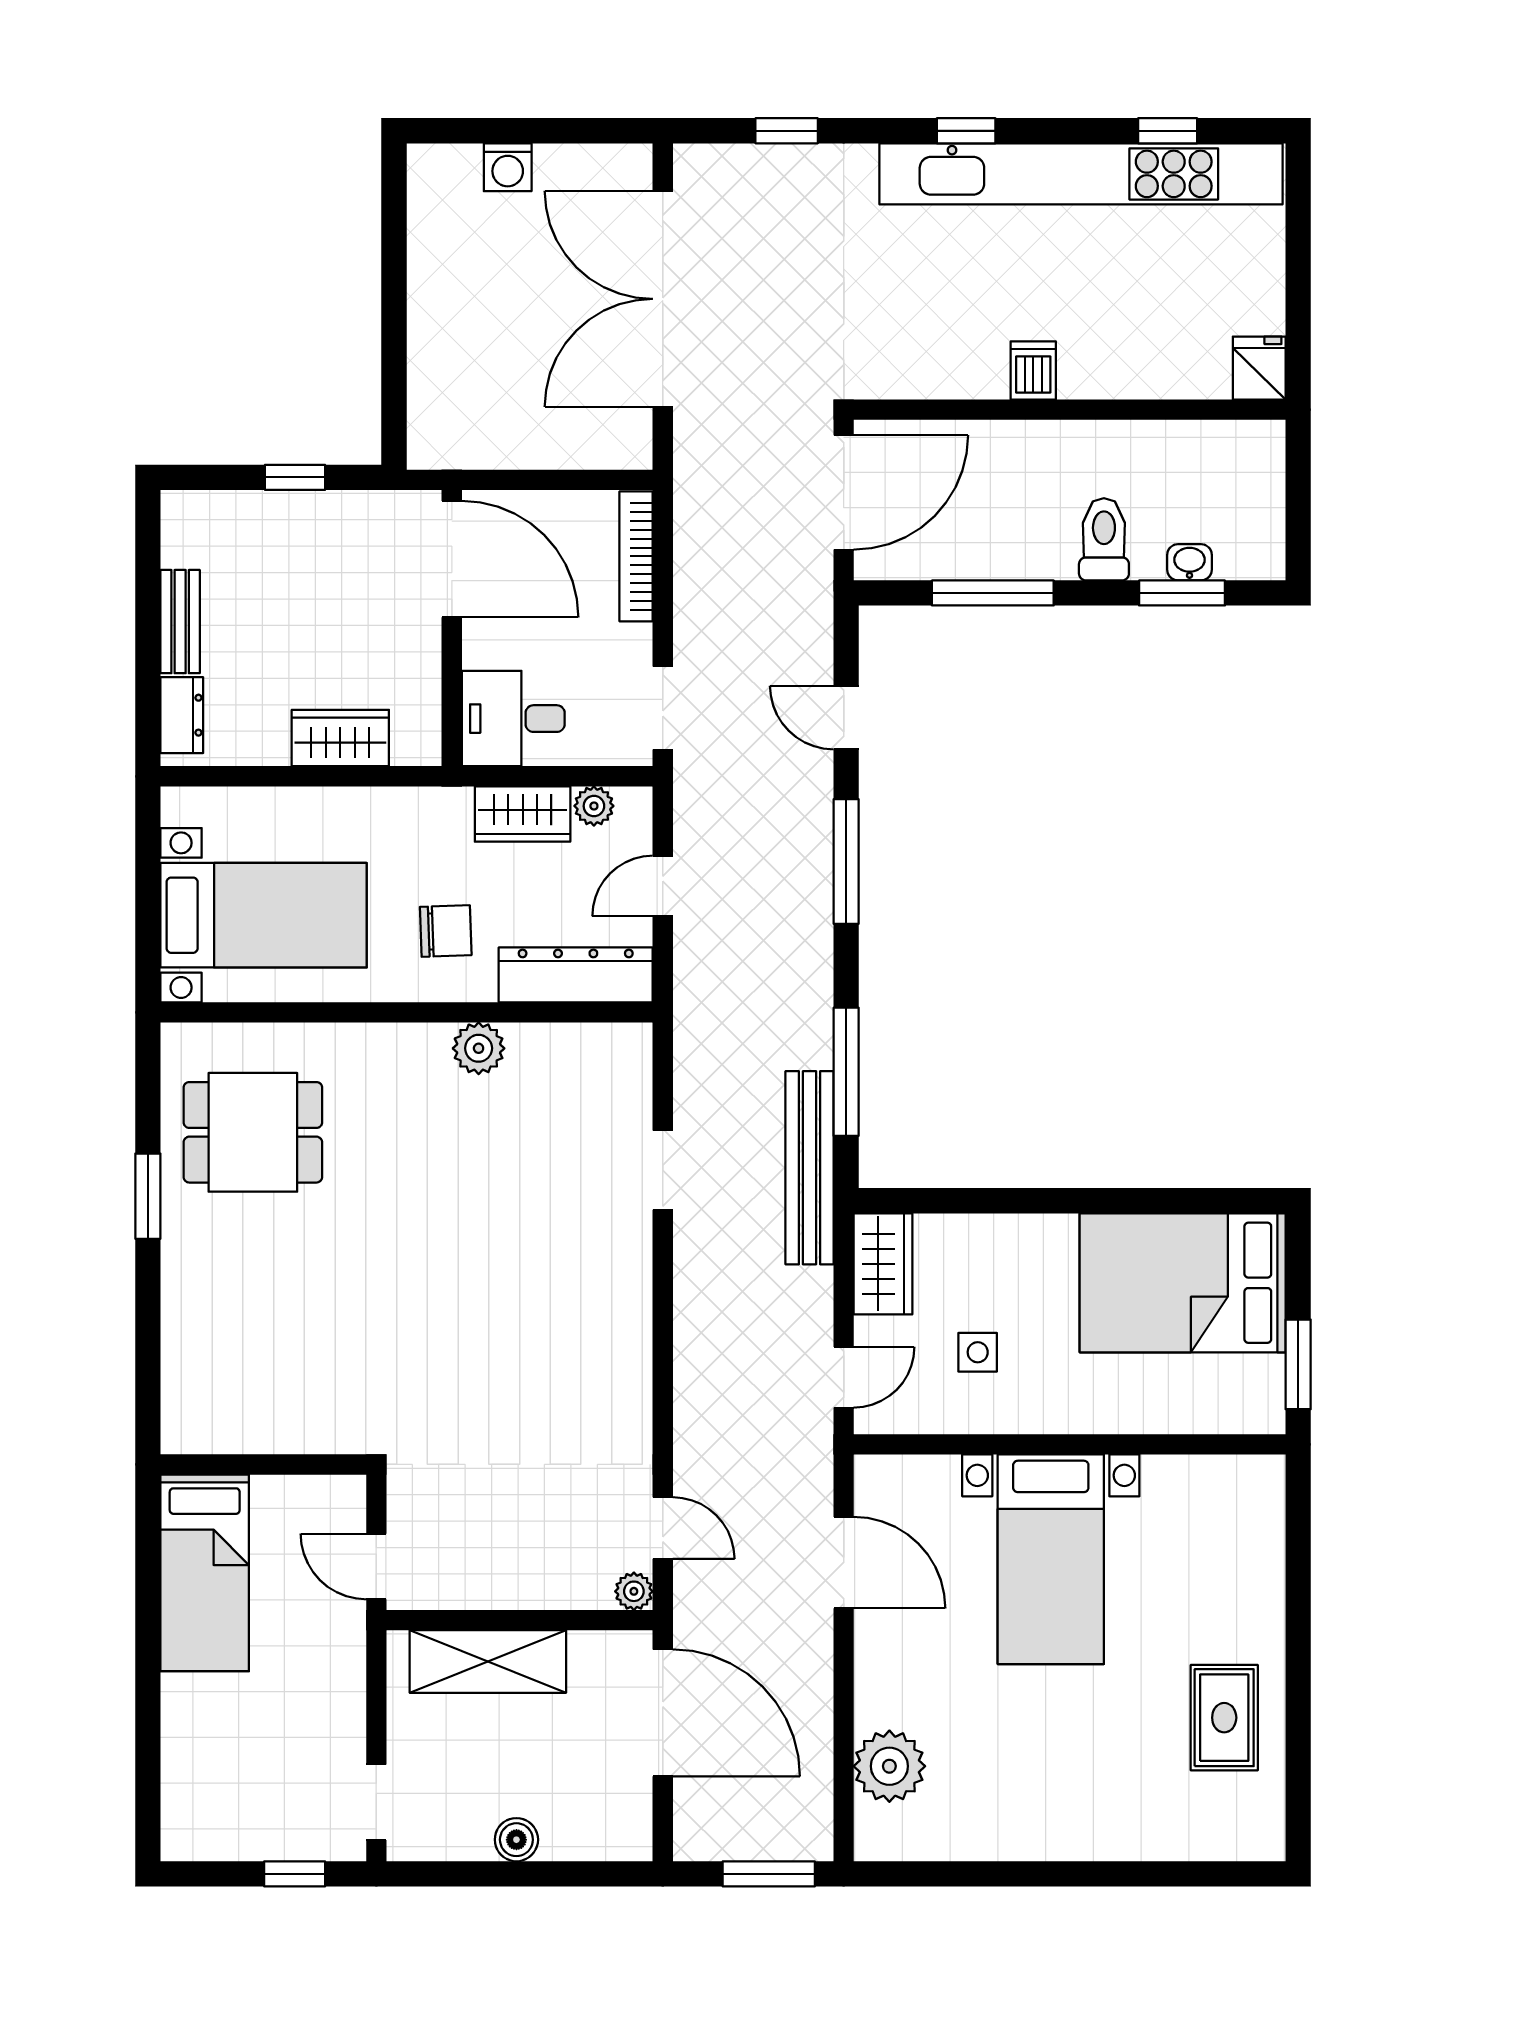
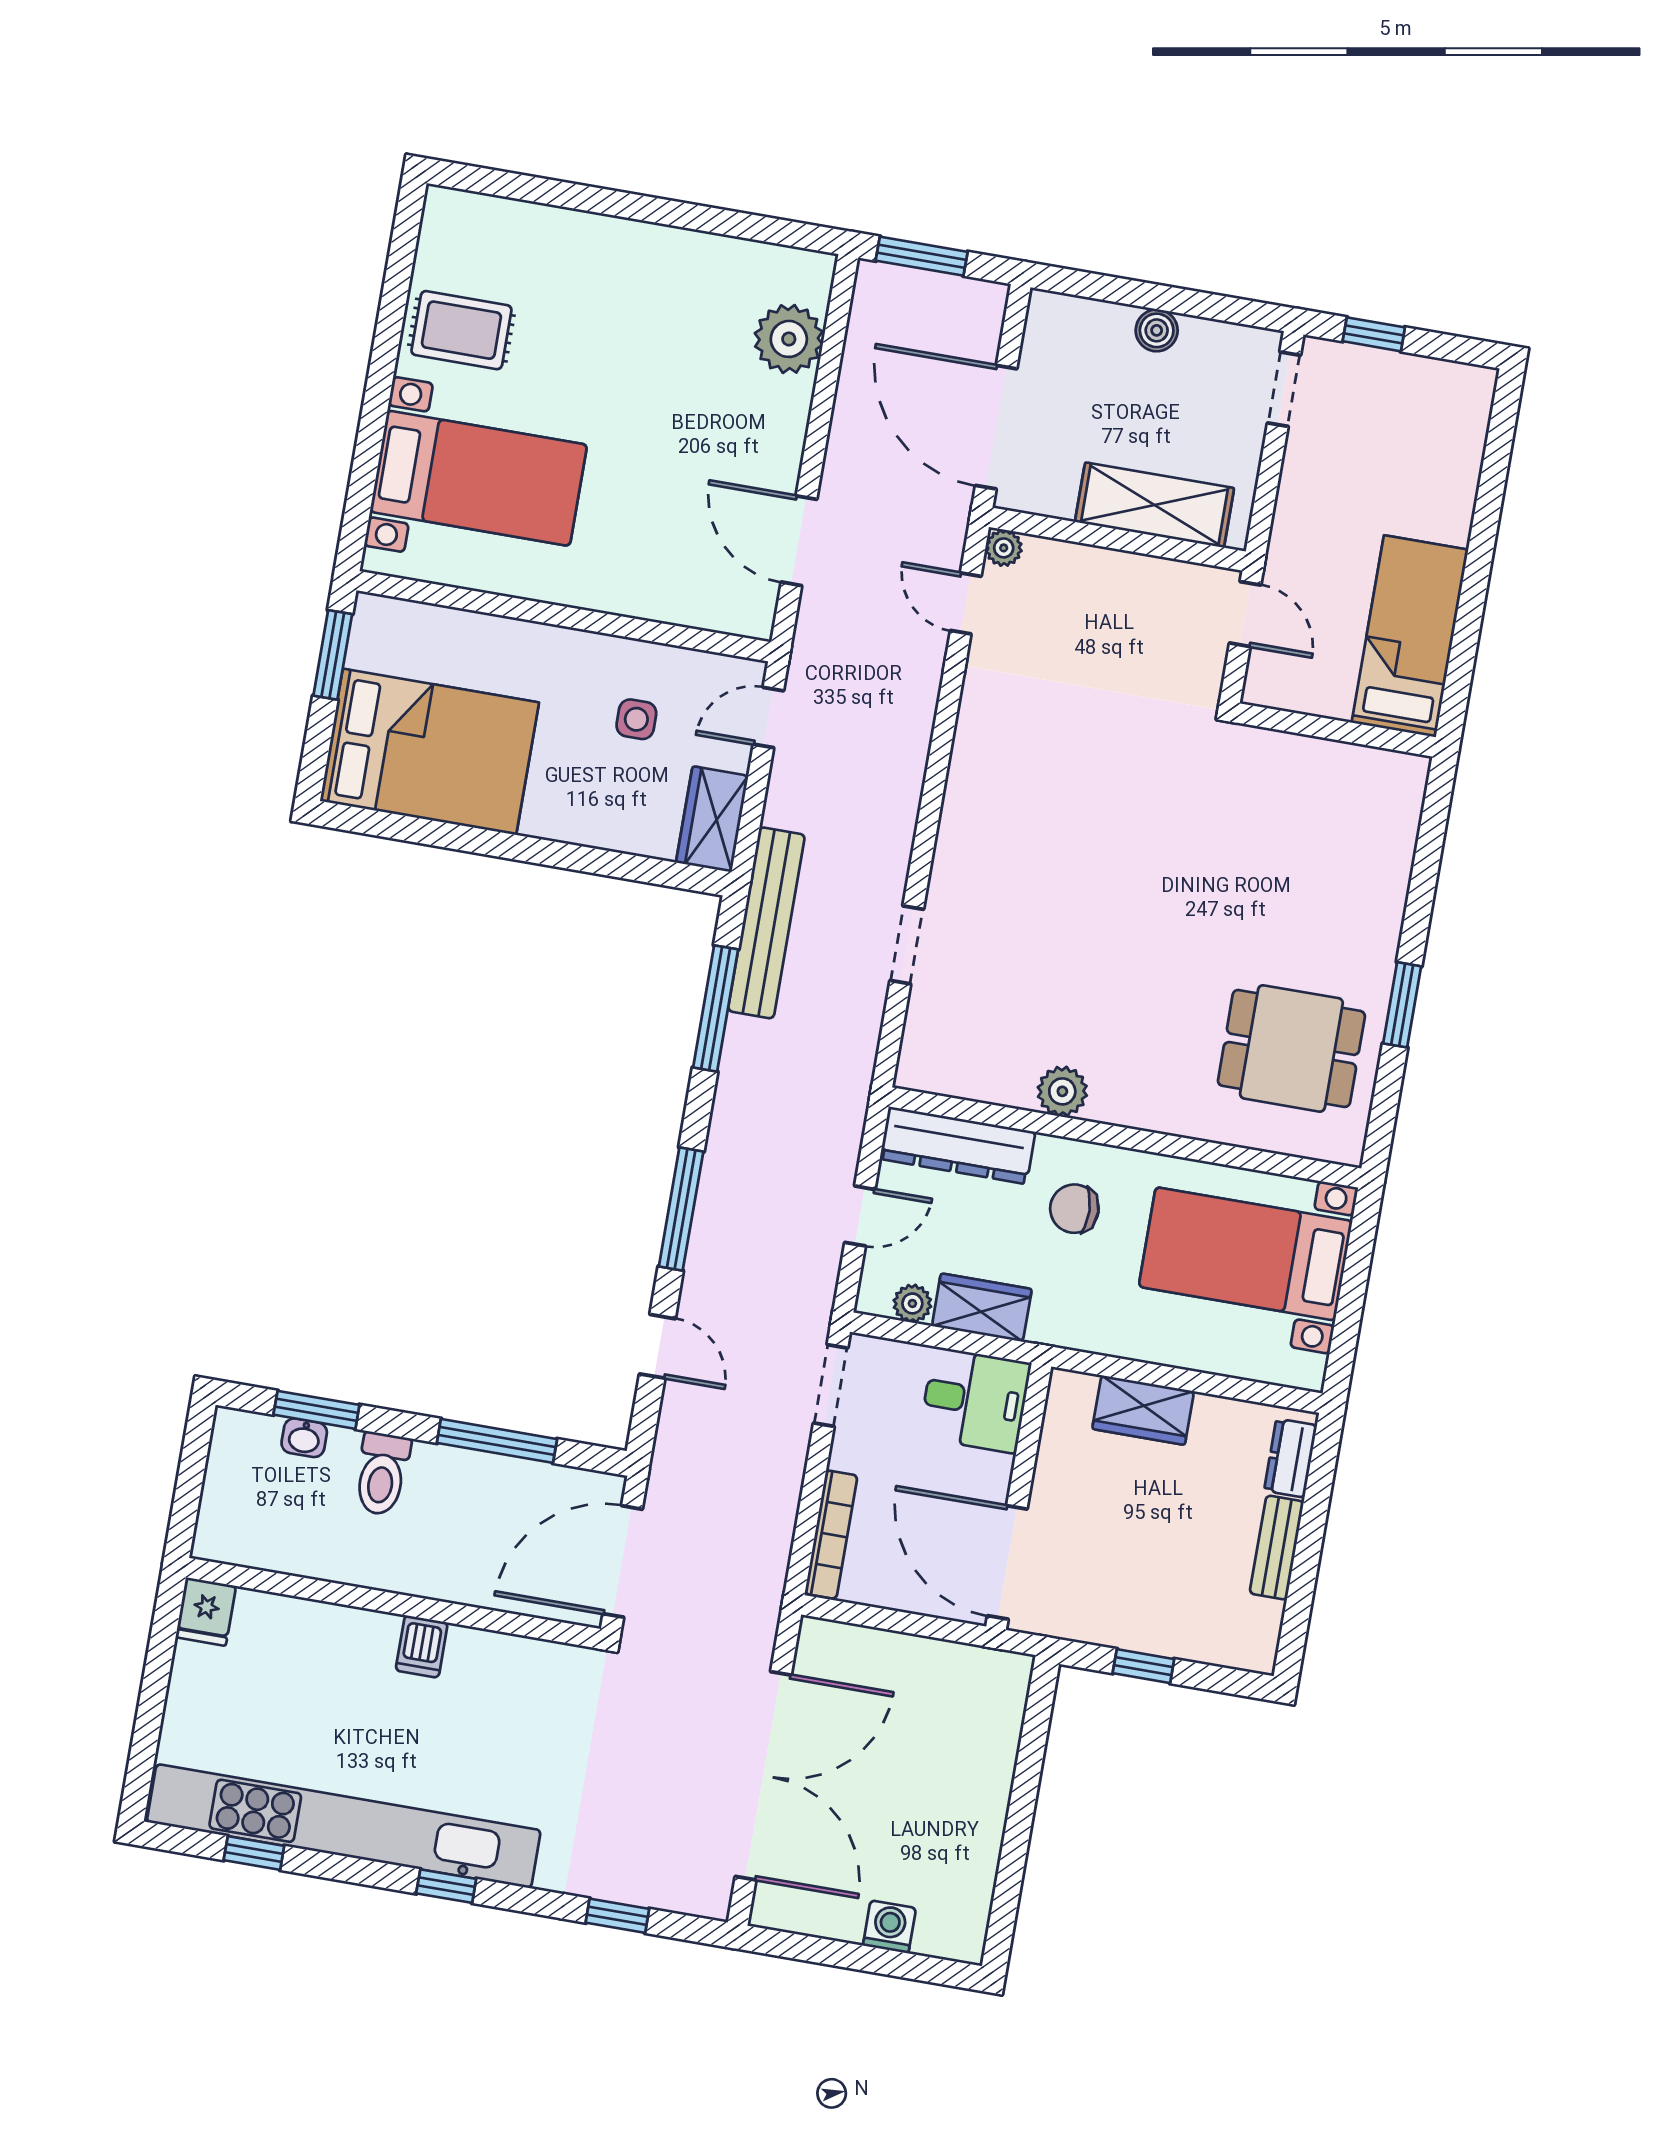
bed with nightstands: (1051, 1559) -> (479, 478), moved, turned 90
rug: (1224, 1718) -> (461, 330), turned 90

